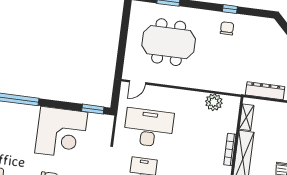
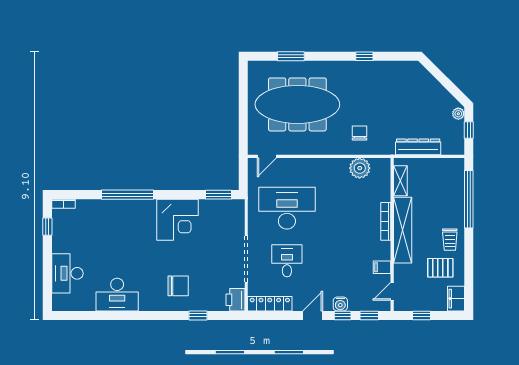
chair: (227, 28) -> (359, 133), moved
meeting table: (169, 42) -> (297, 104), width x1.36
corner desk: (61, 133) -> (178, 220), width x0.74, depth x0.74

